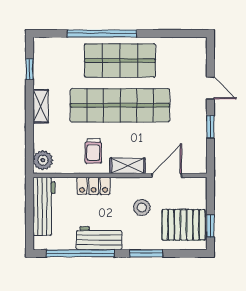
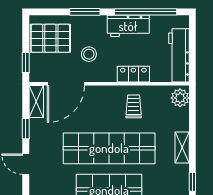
shelving: (128, 166) -> (36, 102), moved, turned 90
door: (167, 175) -> (66, 84), width x1.36
window: (210, 226) -> (26, 63), moved

